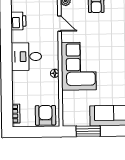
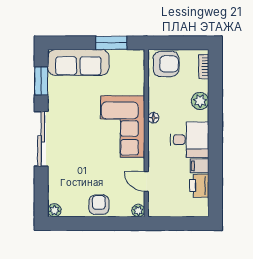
filing cabinet: (18, 36) -> (199, 166), added
plant: (19, 87) -> (200, 101), added
armchair: (45, 115) -> (166, 64), turned -90

